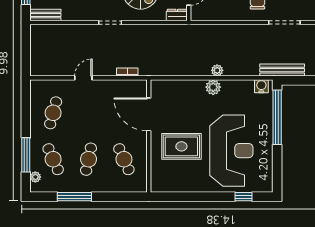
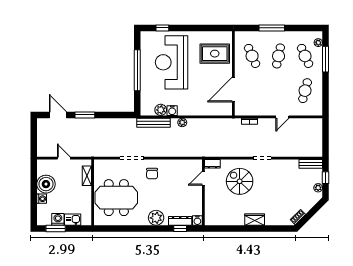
bench: (282, 70) -> (154, 123), moved
water cooler: (261, 86) -> (172, 111), moved
plant: (213, 87) -> (161, 110), moved
door: (149, 114) -> (233, 89), swing flipped
window: (277, 117) -> (137, 70), moved
rug: (181, 146) -> (215, 54), moved
window: (74, 197) -> (272, 28), moved

